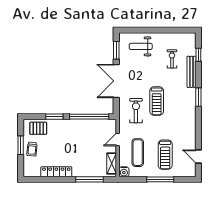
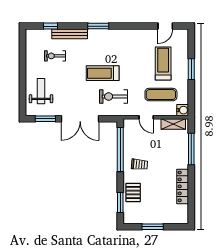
weight bench: (141, 46) -> (41, 91), turned 180
treadmill: (157, 101) -> (103, 73), turned 180
window: (54, 117) -> (120, 203), moved
pallet: (38, 128) -> (133, 192), moved
trolley: (32, 149) -> (139, 164), moved
treadmill: (165, 155) -> (163, 64), turned -90
window: (160, 179) -> (191, 69), width x0.69

